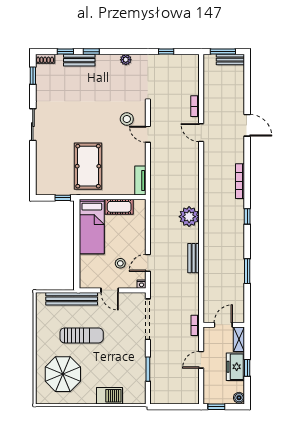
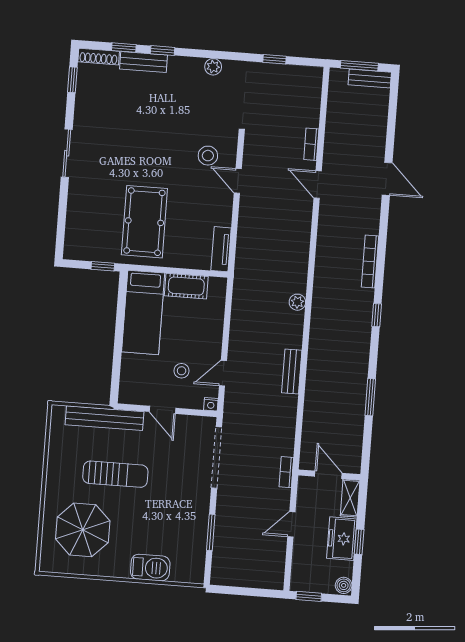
shoe rack: (45, 59) -> (99, 57), width x1.43
plant: (189, 217) -> (297, 302), width x0.53, depth x0.53
door: (223, 325) -> (328, 475), hinge flipped

